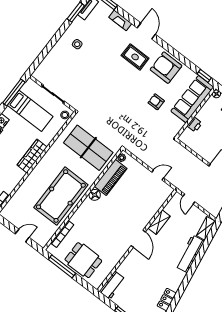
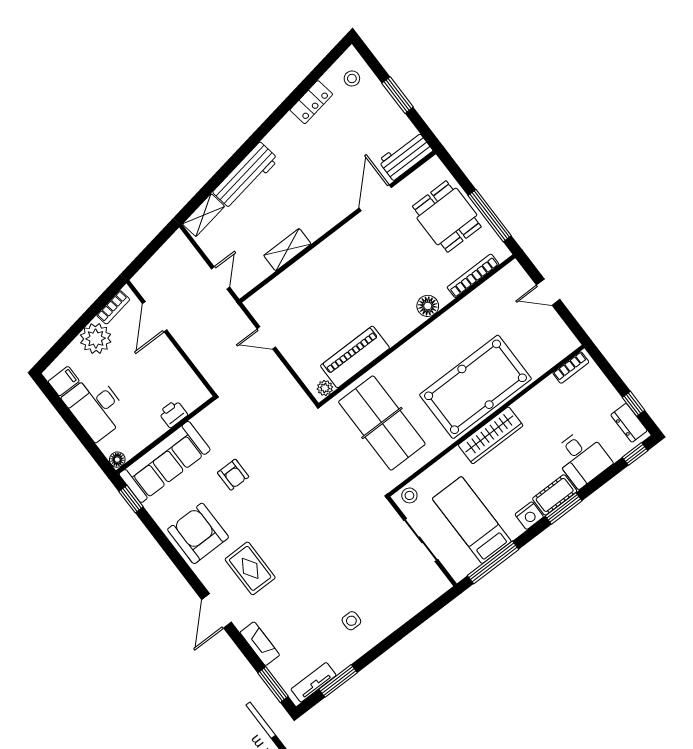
armchair: (166, 68) -> (198, 533), turned 180
floor lamp: (95, 195) -> (428, 306), moved
pool table: (61, 196) -> (476, 387), moved
door: (138, 239) -> (375, 198), moved

